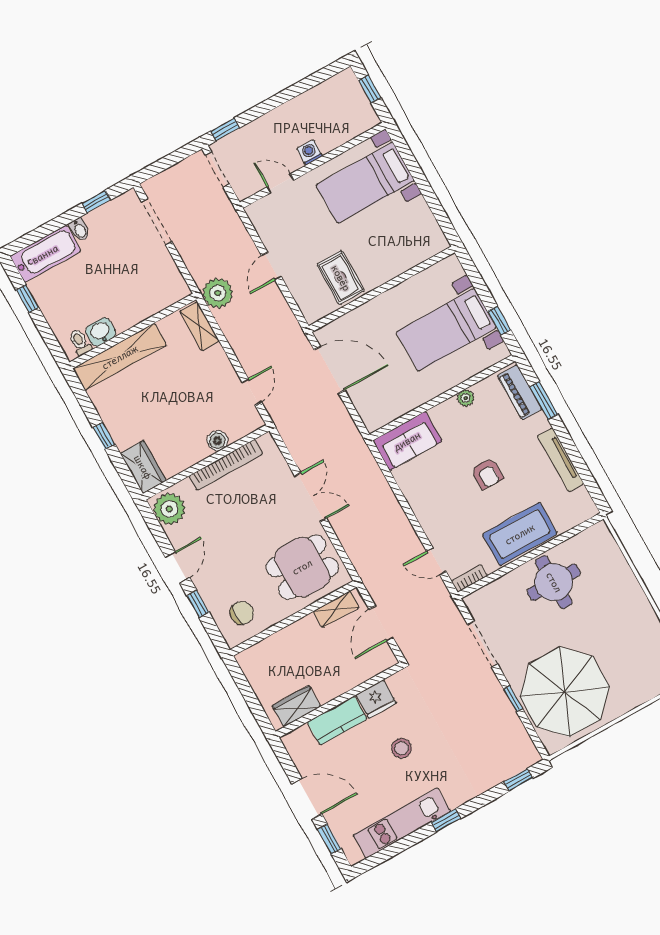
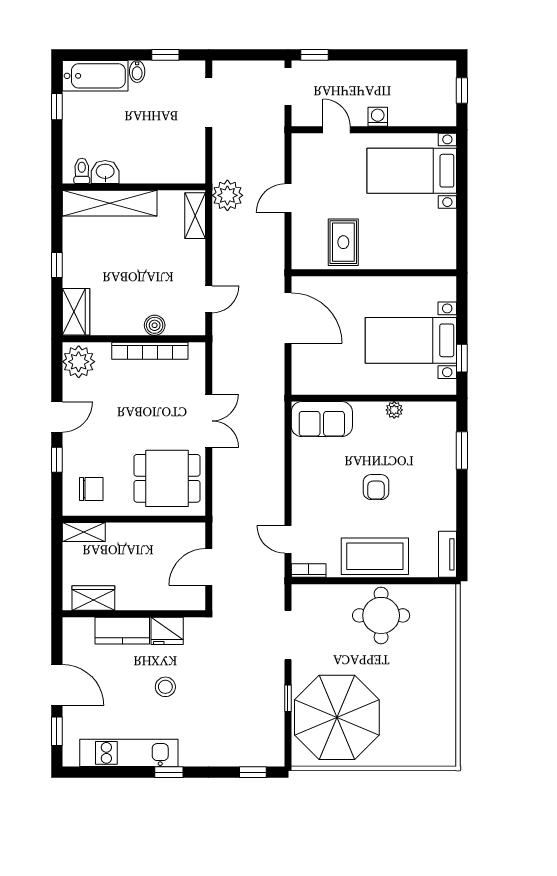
piano: (520, 392) -> (445, 432), removed
tv unit: (561, 460) -> (447, 554), moved, width x0.71
shelving: (336, 609) -> (84, 532), moved

